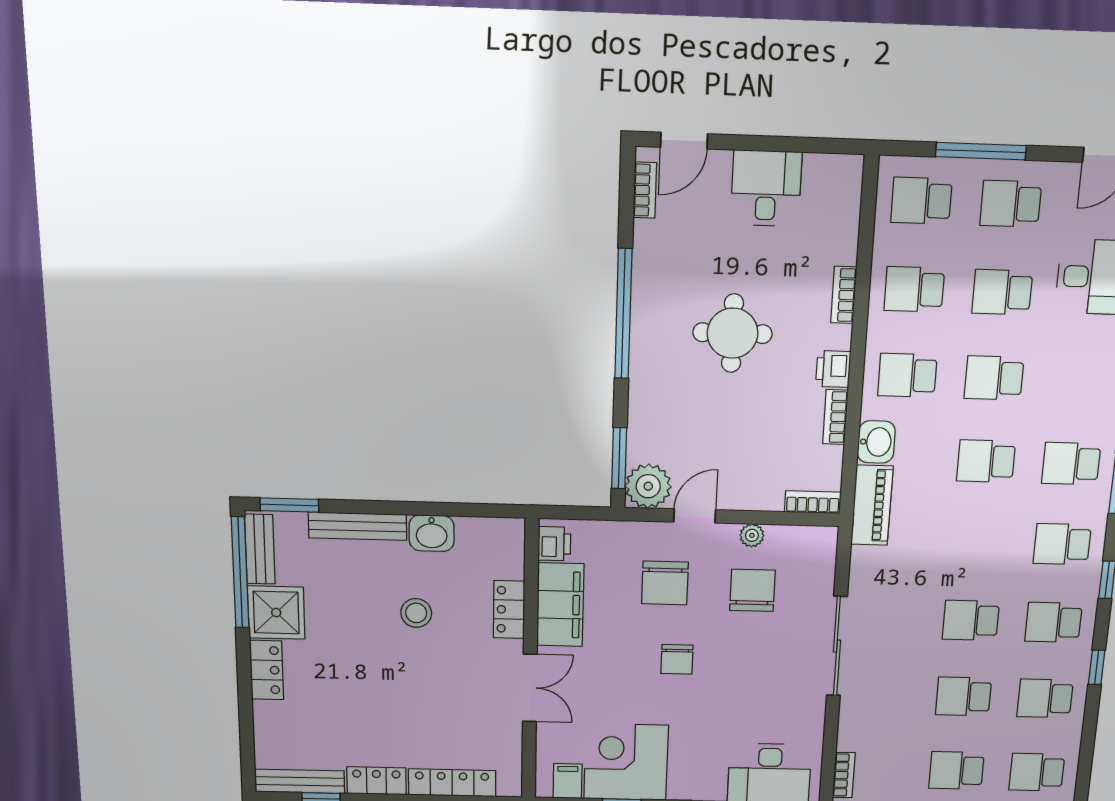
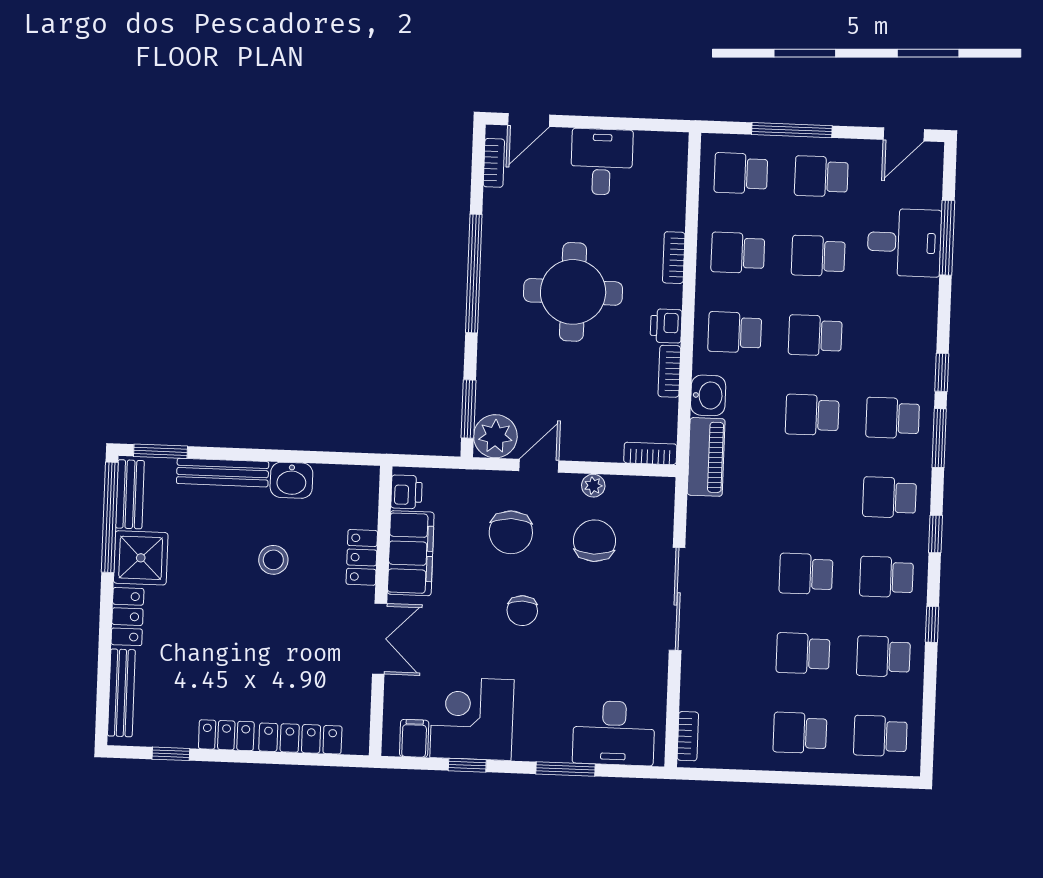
round table: (733, 333) -> (573, 292), width x1.36, depth x1.36
bench: (300, 781) -> (121, 693), moved, turned 90

